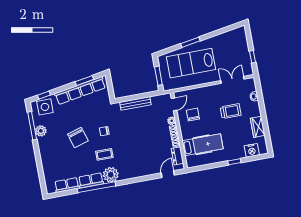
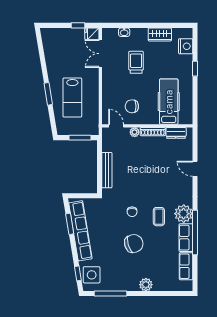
lab bench: (191, 63) -> (72, 98), width x0.73, depth x0.72
fridge: (248, 70) -> (92, 34), added
plant: (41, 131) -> (146, 285), moved
door: (168, 174) -> (195, 169), moved

